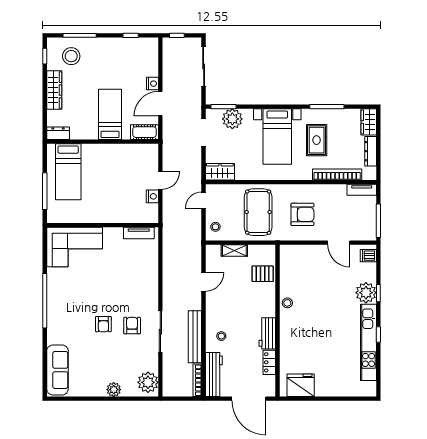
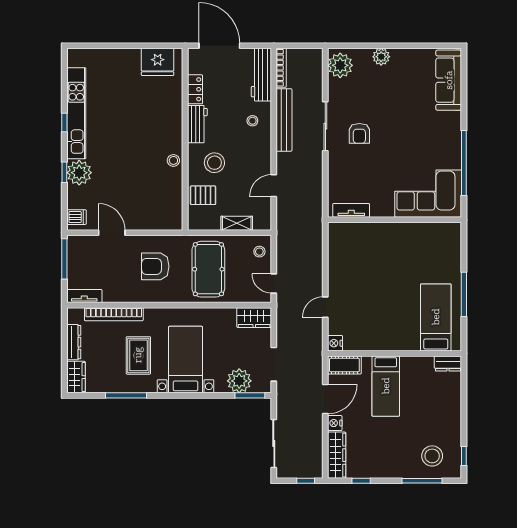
wardrobe: (54, 90) -> (337, 455), moved, turned 180
nightstand: (152, 196) -> (335, 343), moved
door: (204, 200) -> (274, 283), swing flipped
wall: (103, 225) -> (395, 220), moved
tv unit: (139, 233) -> (351, 210), moved
corner sofa: (75, 247) -> (428, 194), moved
stool: (253, 301) -> (214, 163), added
armchair: (103, 324) -> (394, 135), removed

